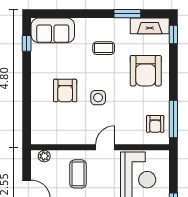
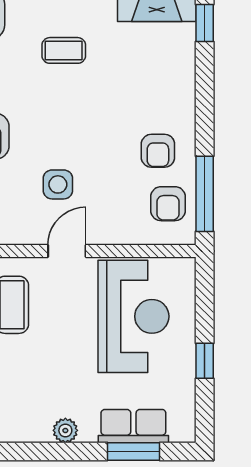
armchair: (146, 71) -> (158, 151), moved, width x0.53, depth x0.53
side table: (98, 98) -> (58, 184), moved

